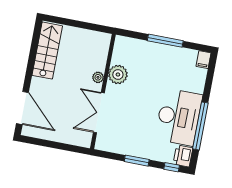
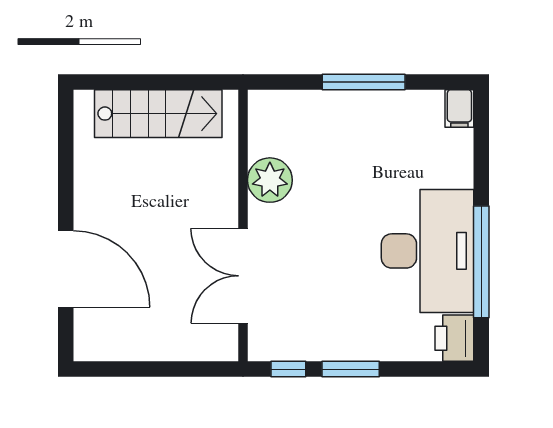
stairs: (47, 51) -> (158, 114), moved, turned 90
plant: (98, 77) -> (225, 195), removed
door: (22, 108) -> (66, 269), moved
window: (172, 167) -> (288, 369), moved

